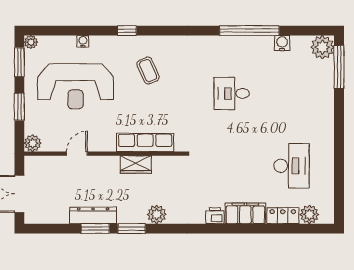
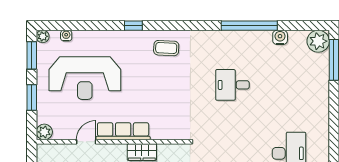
water cooler: (83, 41) -> (66, 36), moved
coffee table: (148, 71) -> (166, 48), moved, turned -63
row of seats: (145, 142) -> (123, 131), moved

